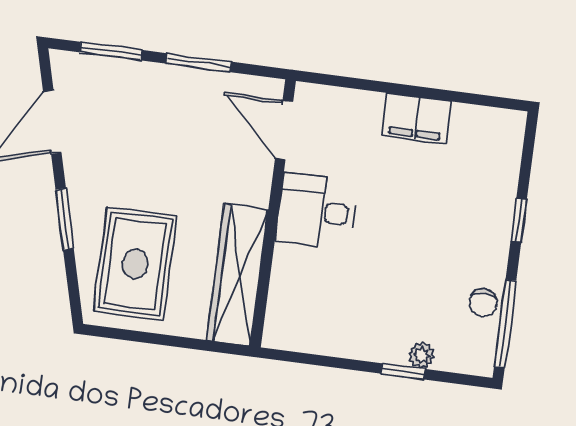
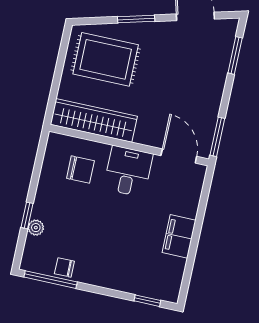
window: (199, 63) -> (217, 137), moved
door: (284, 130) -> (179, 156), hinge flipped
window: (519, 220) -> (147, 301), moved
chair: (320, 290) -> (80, 170), added

